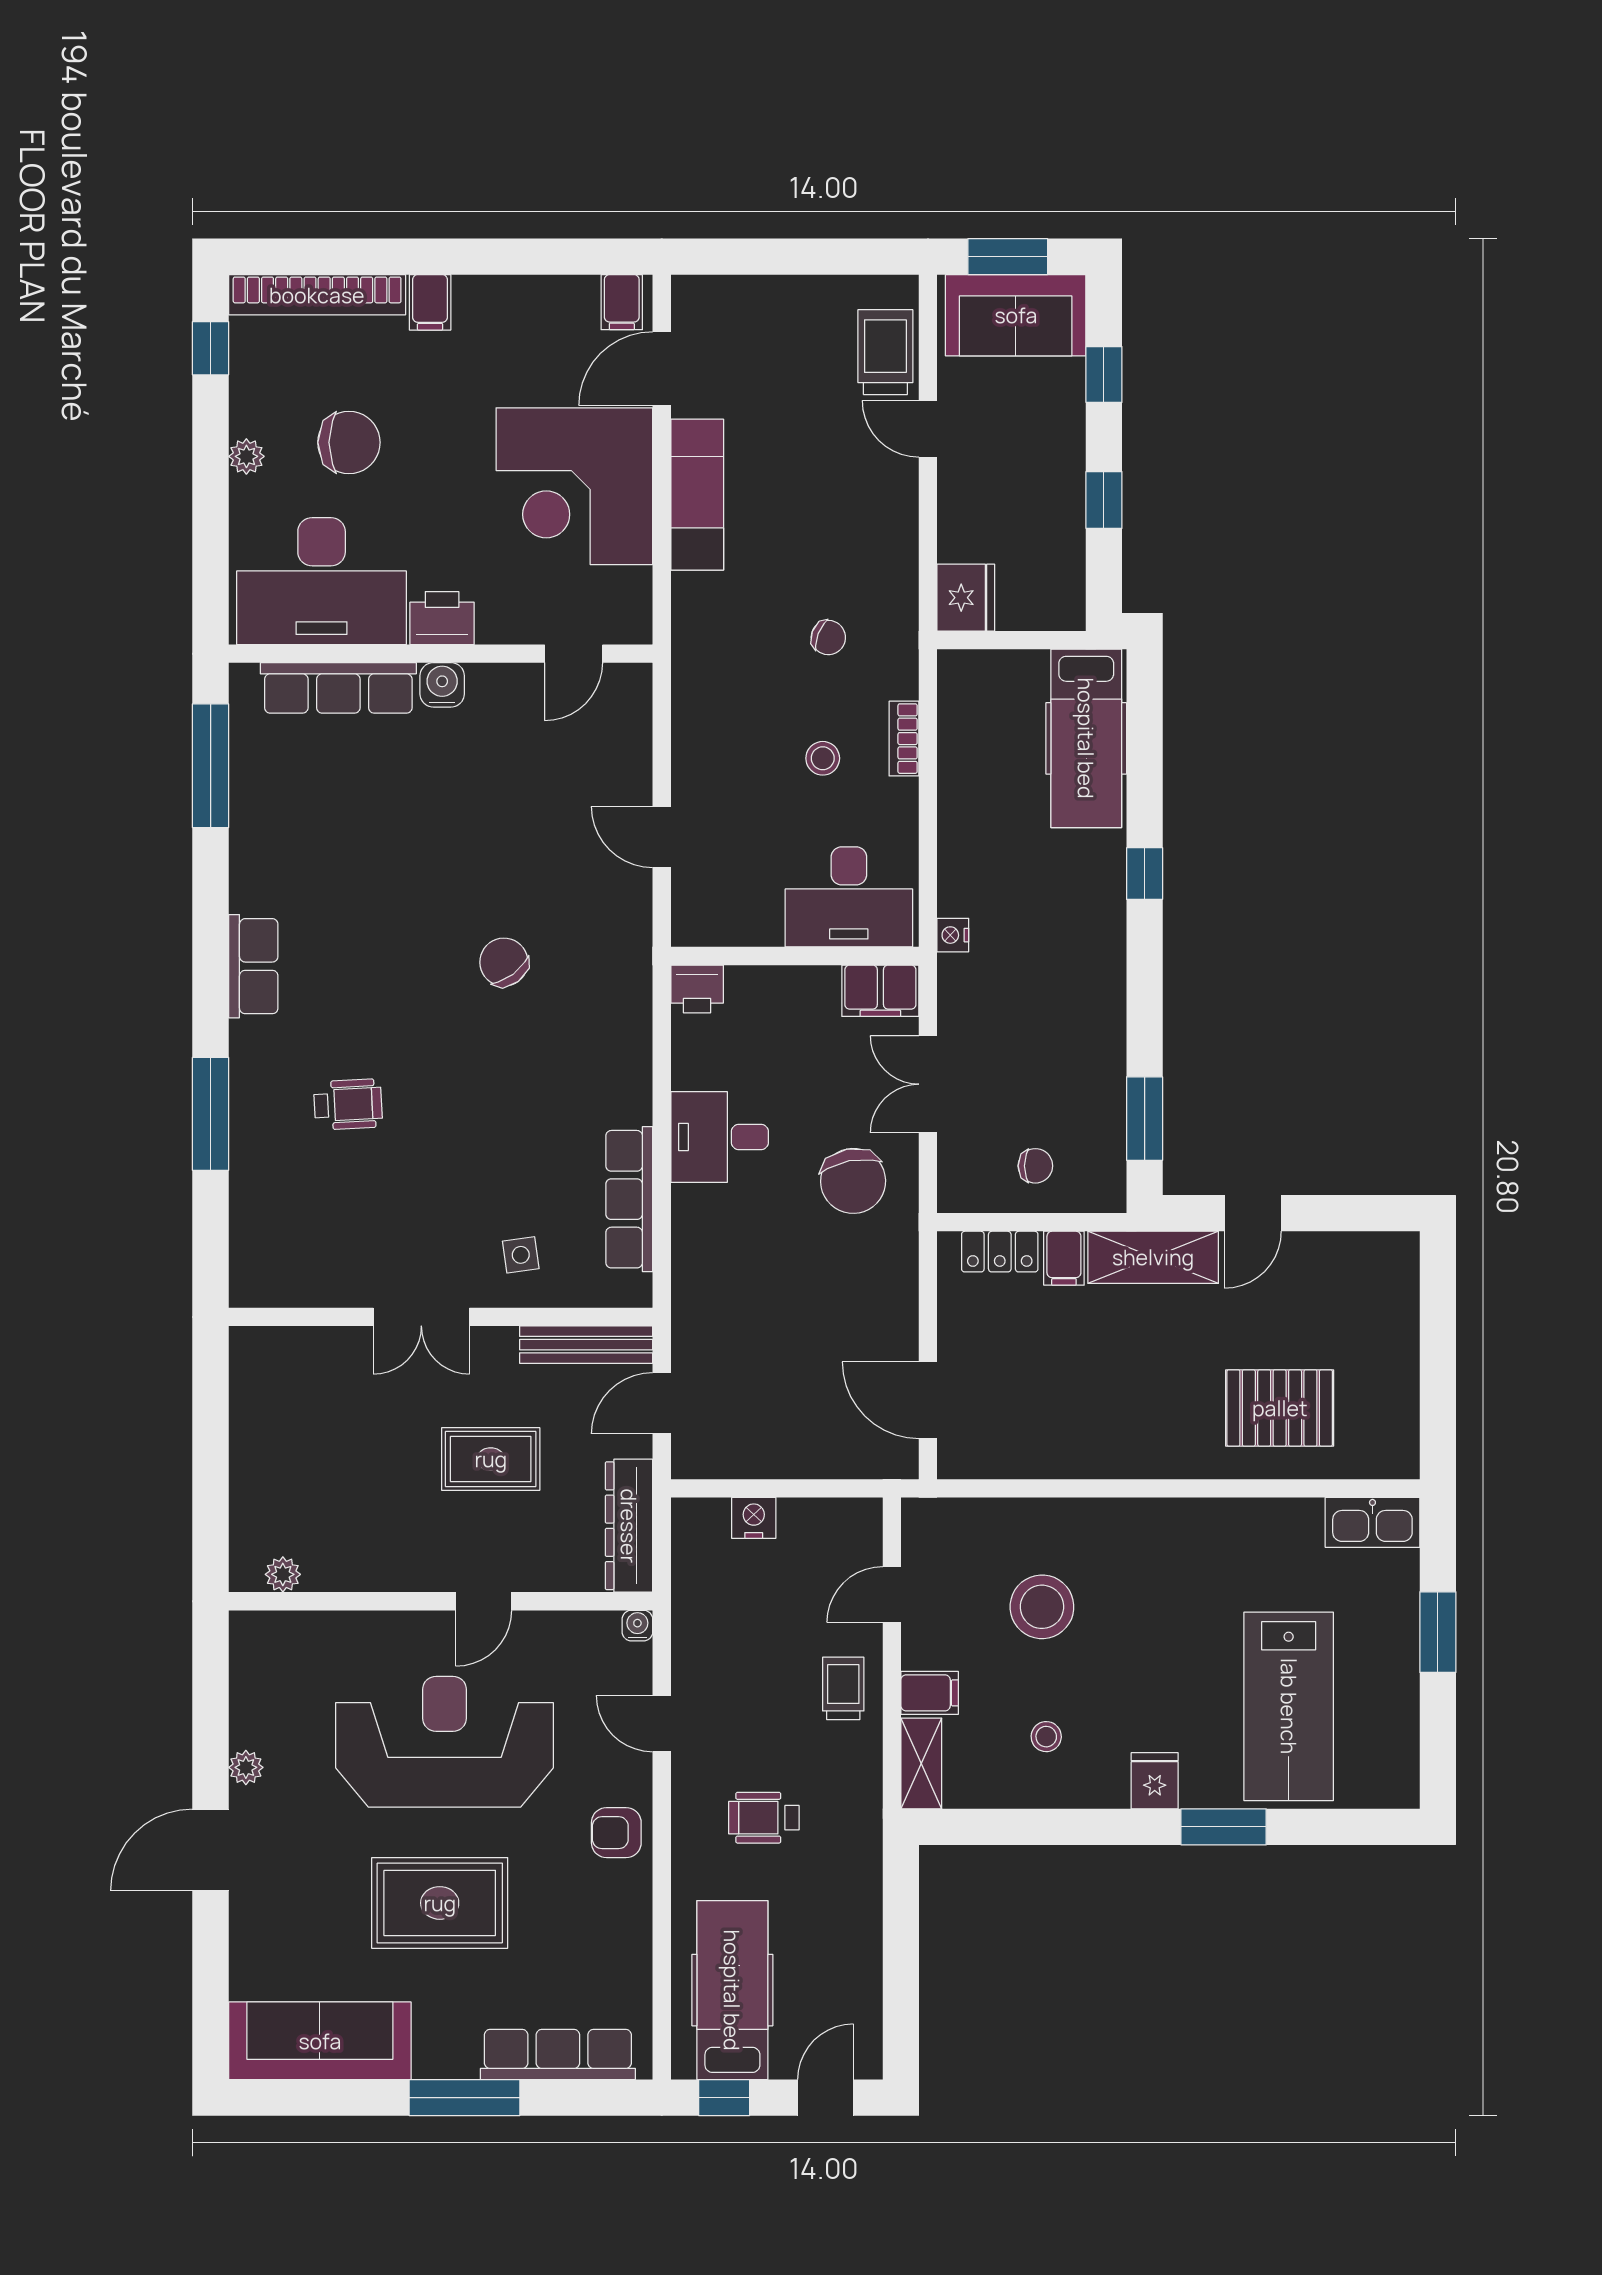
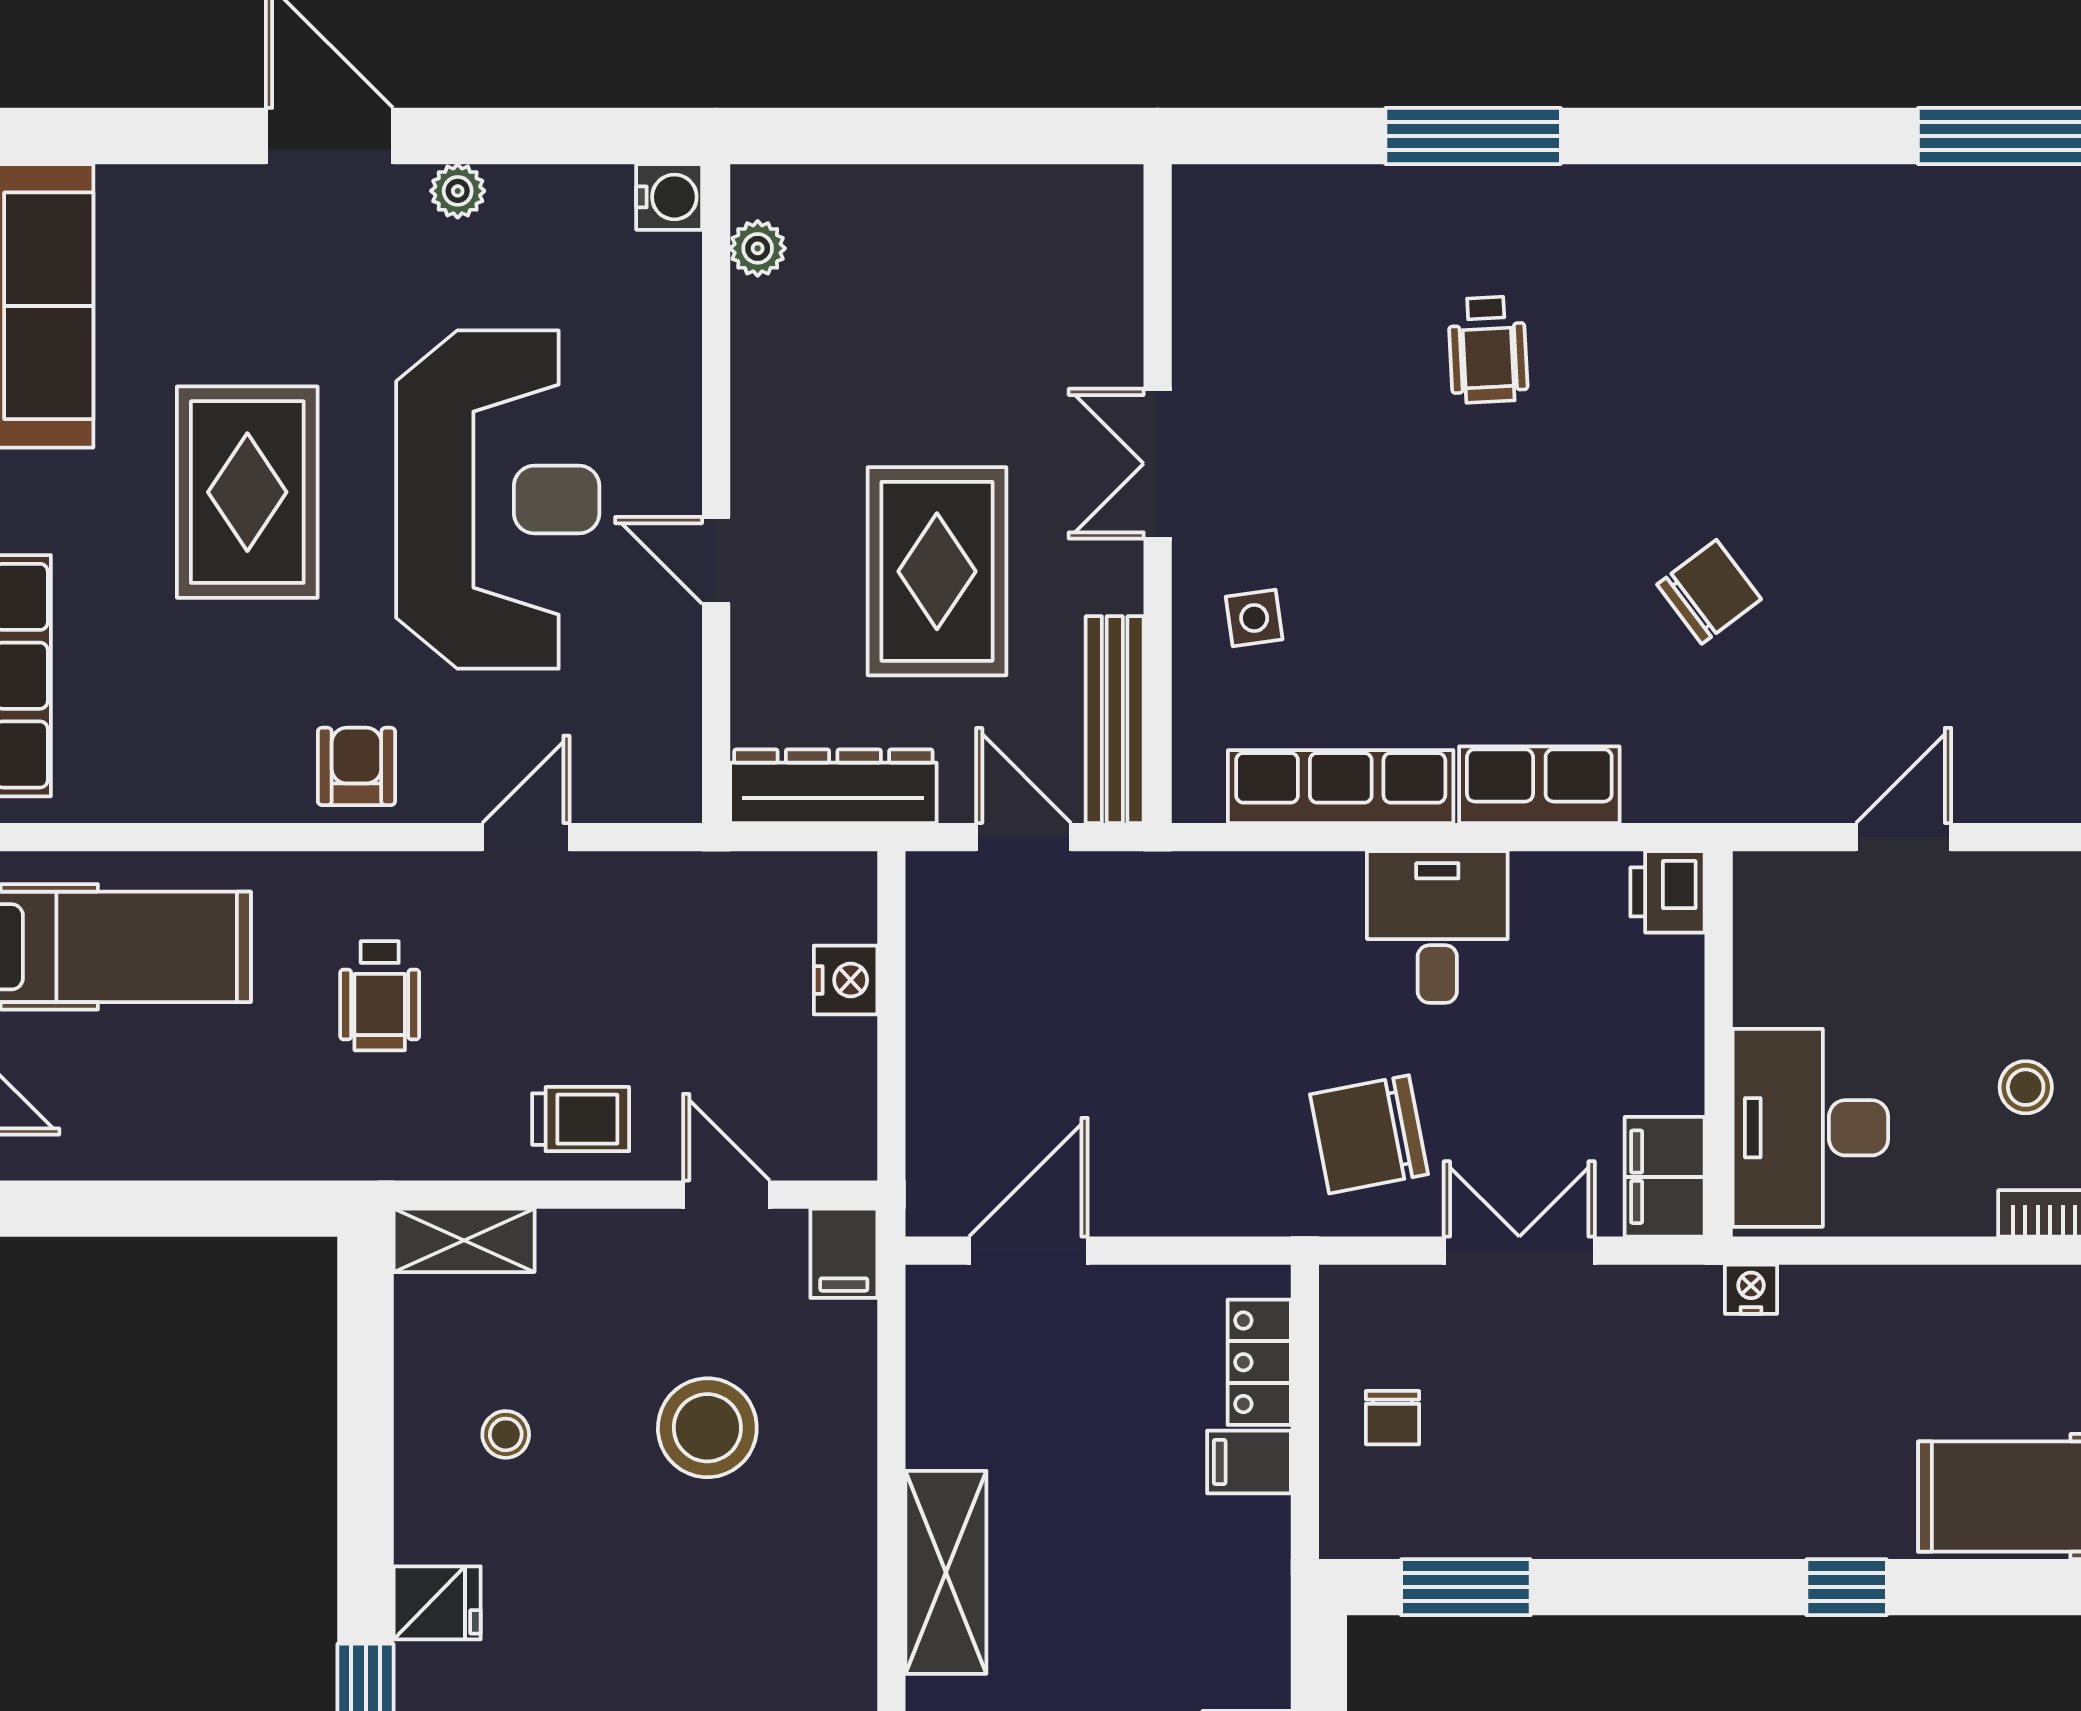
row of seats: (253, 966) -> (1539, 785), moved, turned 180
shelving: (1153, 1257) -> (946, 1572), moved
rug: (491, 1459) -> (937, 571), width x1.36, depth x1.43
water cooler: (637, 1626) -> (669, 197), moved, width x1.38, depth x1.38
filing cabinet: (930, 1693) -> (844, 1253), moved
wheelchair: (764, 1818) -> (380, 996), turned 180

